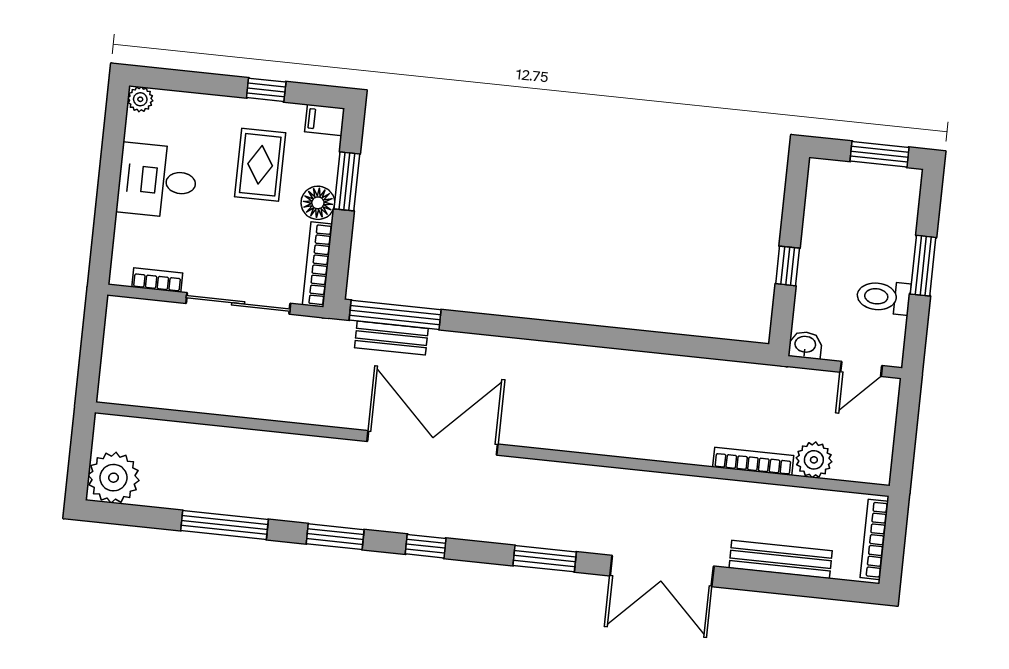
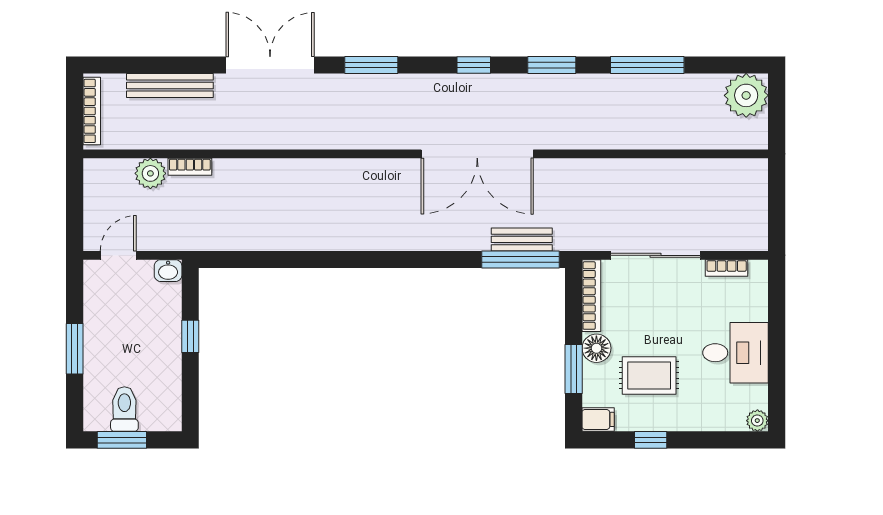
rug: (260, 165) -> (649, 375), turned 90
toilet: (884, 297) -> (124, 409), moved, turned -90
bookcase: (753, 461) -> (190, 167), width x0.64

